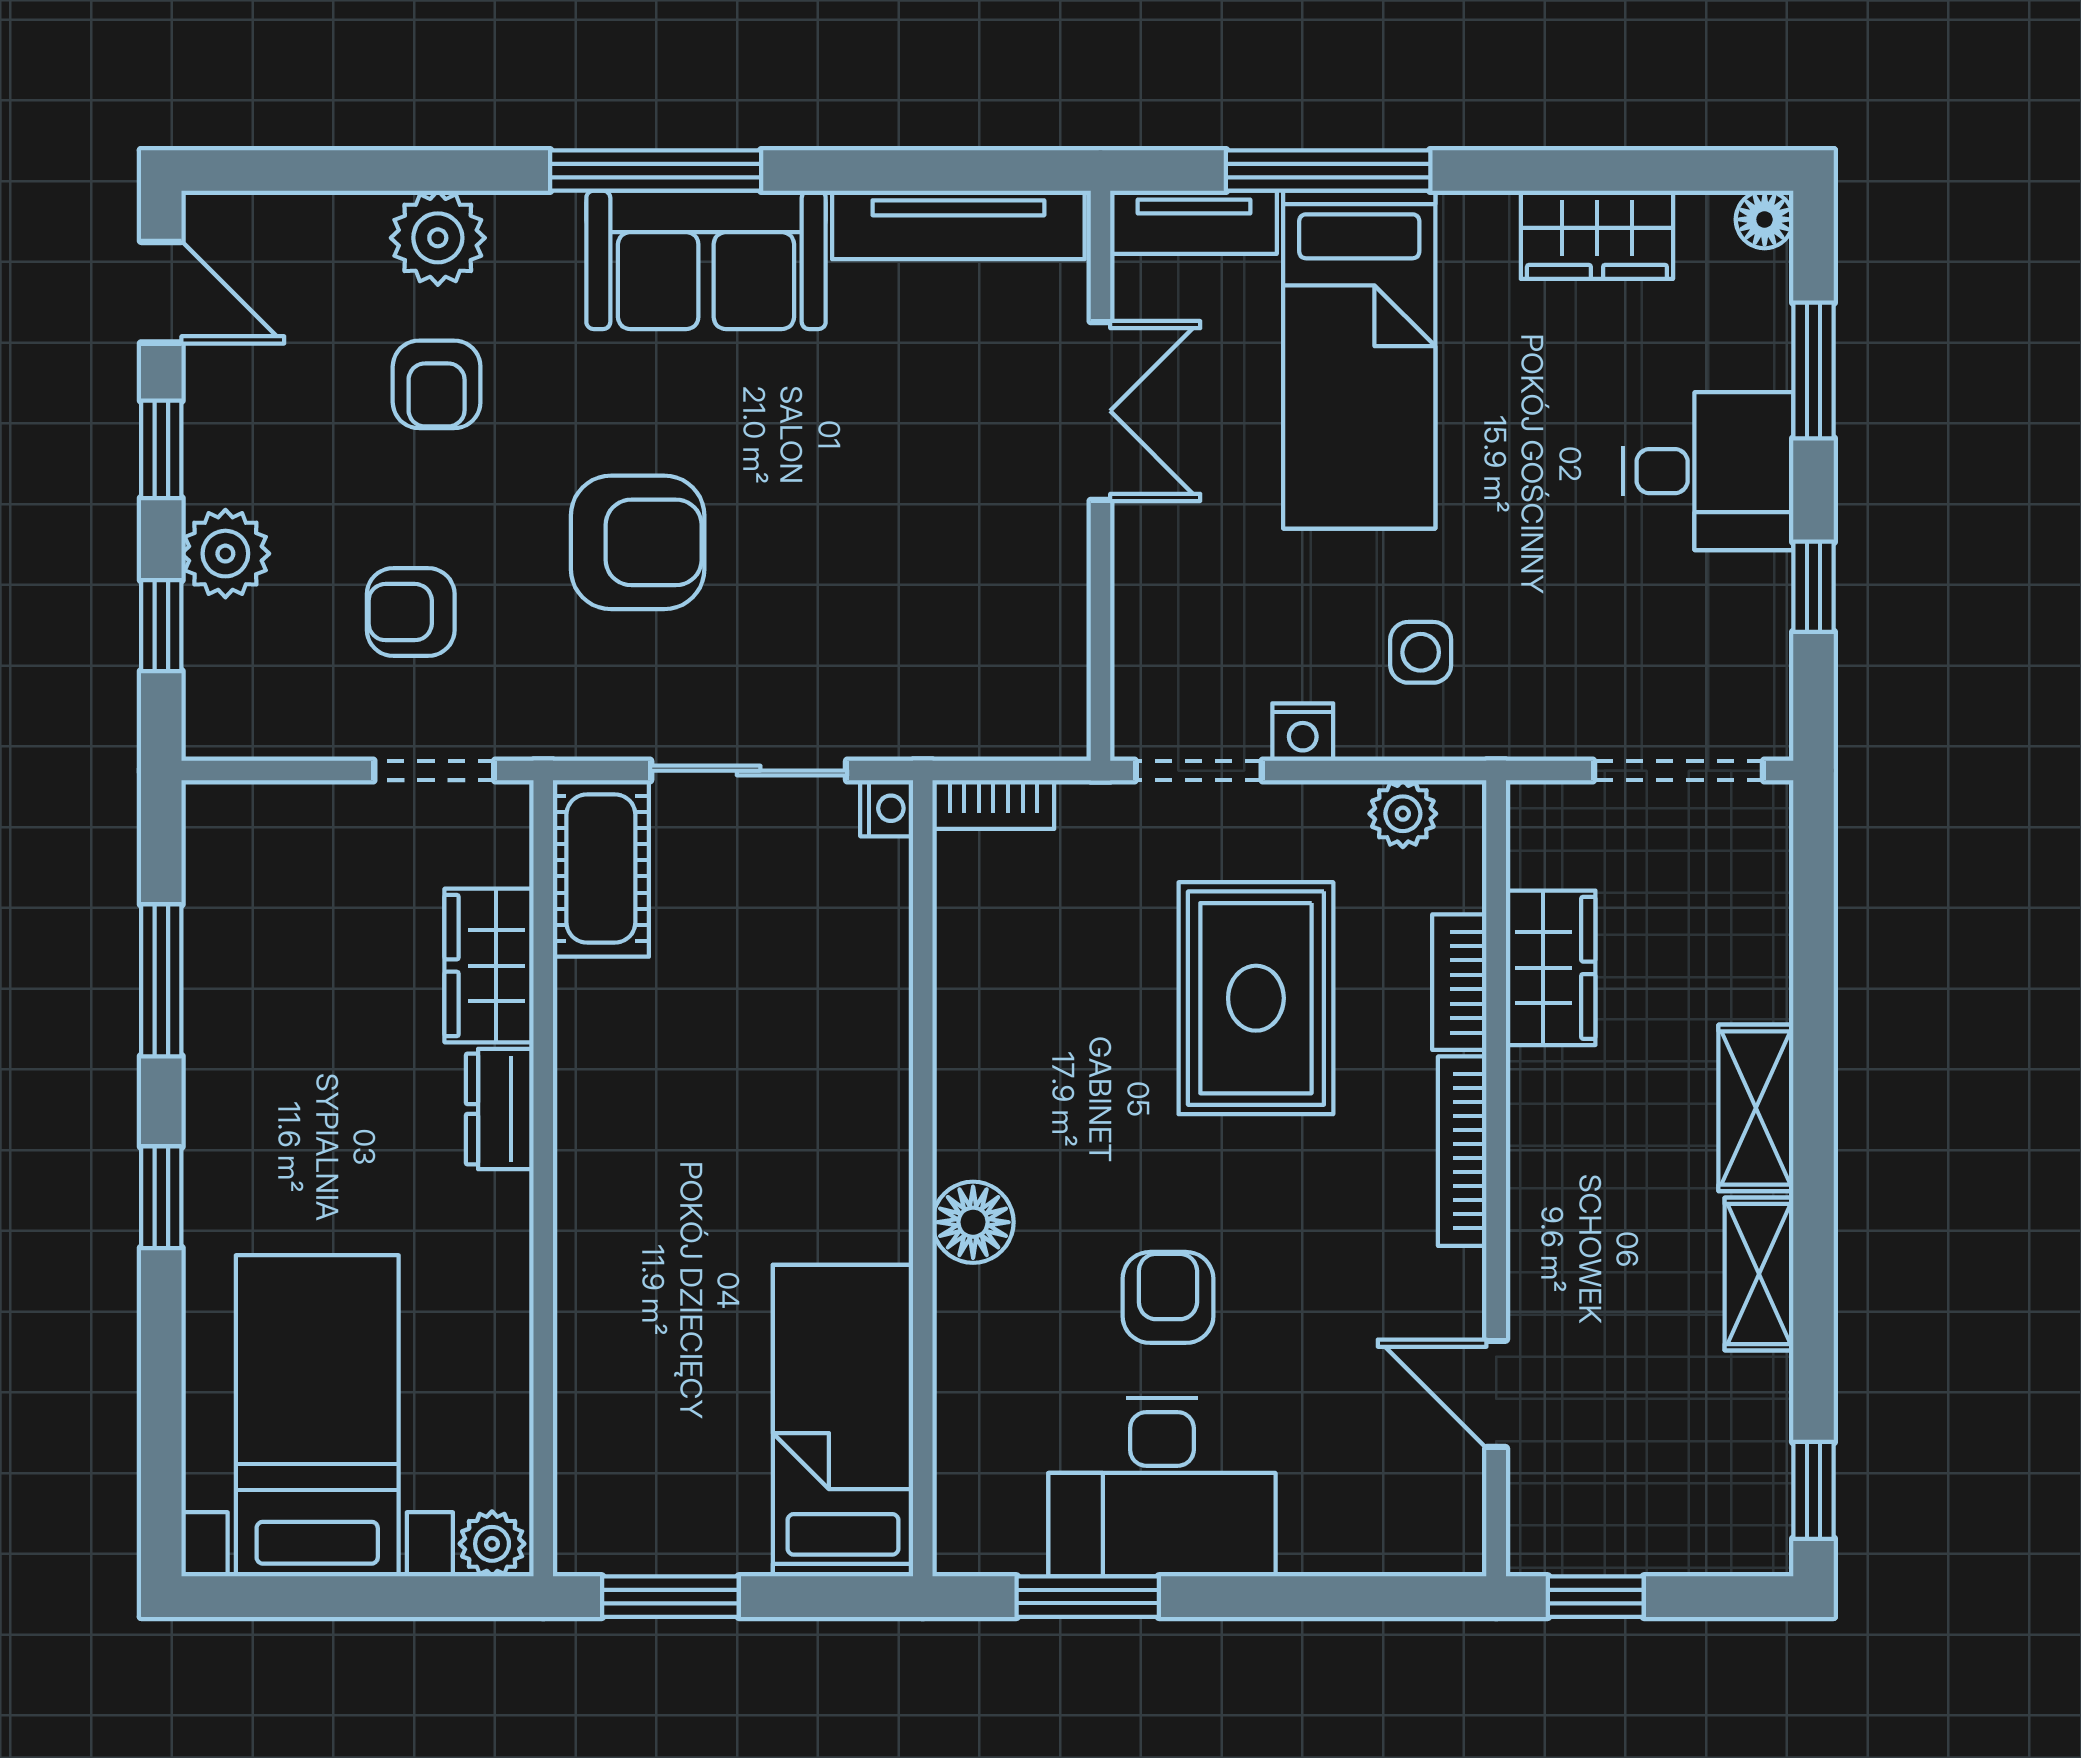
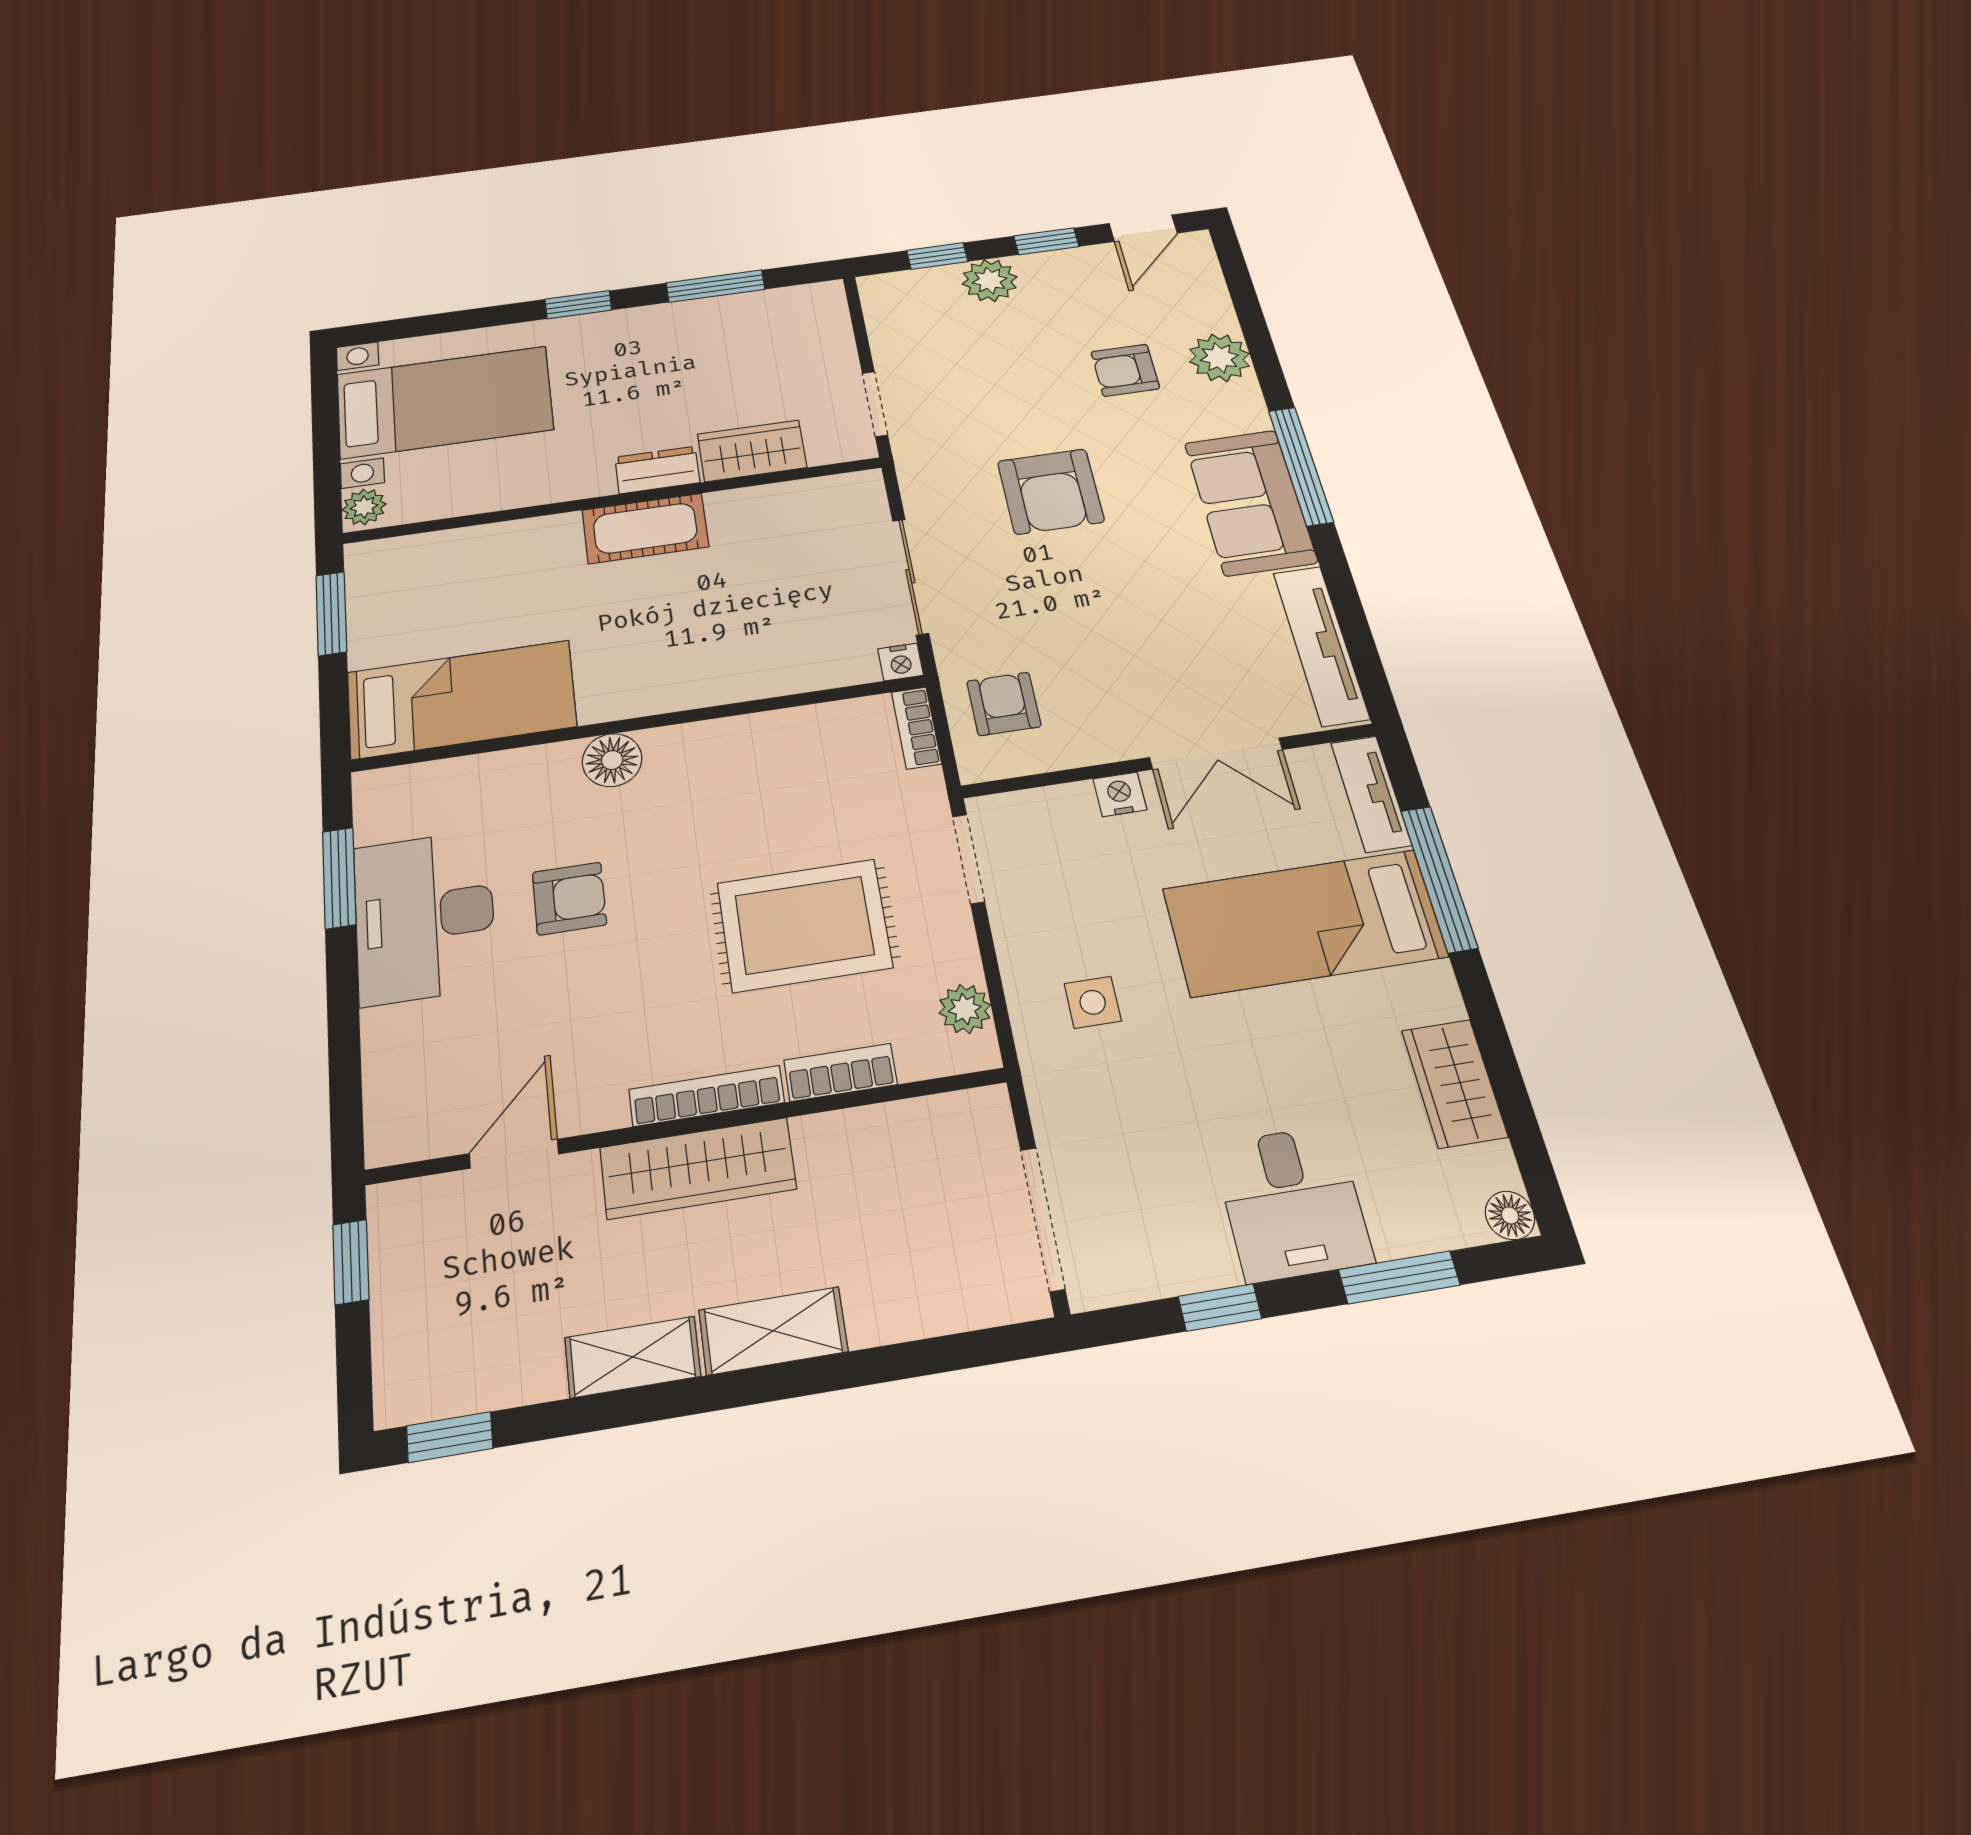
armchair: (411, 612) -> (1004, 704), moved
nightstand: (1303, 732) -> (1120, 794), moved, turned 90
cot: (601, 868) -> (645, 528), moved
wardrobe: (1551, 968) -> (698, 1168), moved, width x1.50

